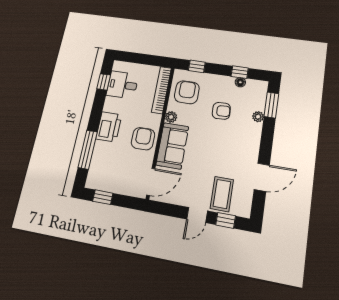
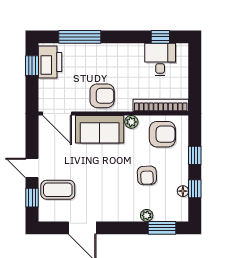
window: (197, 66) -> (195, 155), moved
printer: (109, 127) -> (50, 62), moved, turned -90

